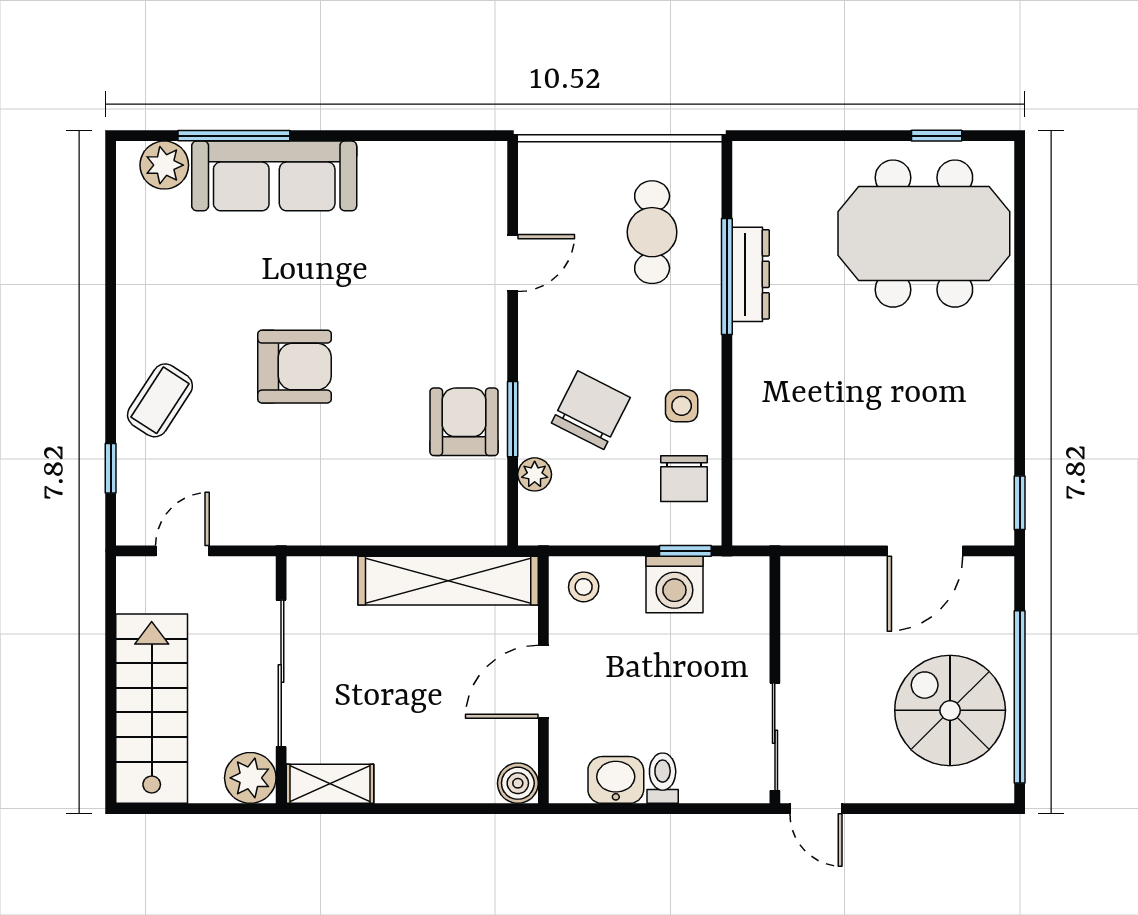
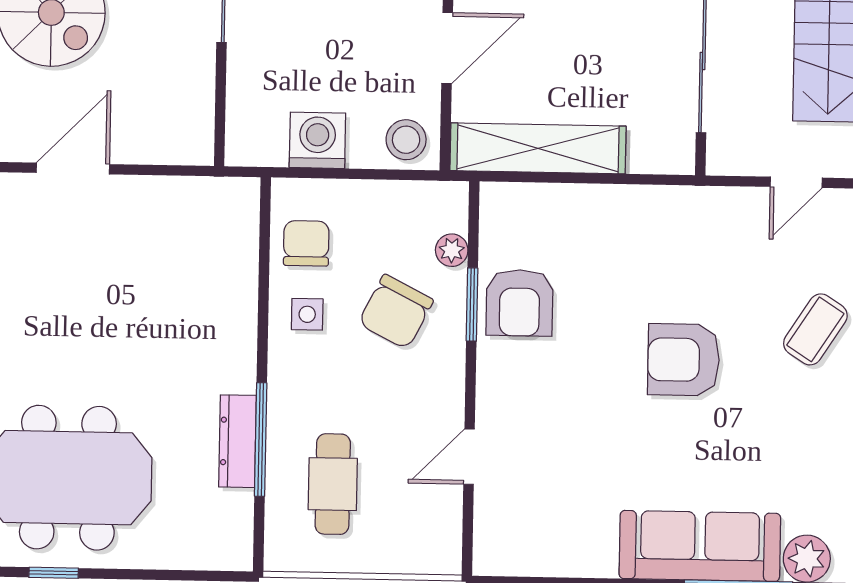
window: (685, 551) -> (306, 173), removed
stool: (584, 587) -> (406, 140), width x1.37, depth x1.37

